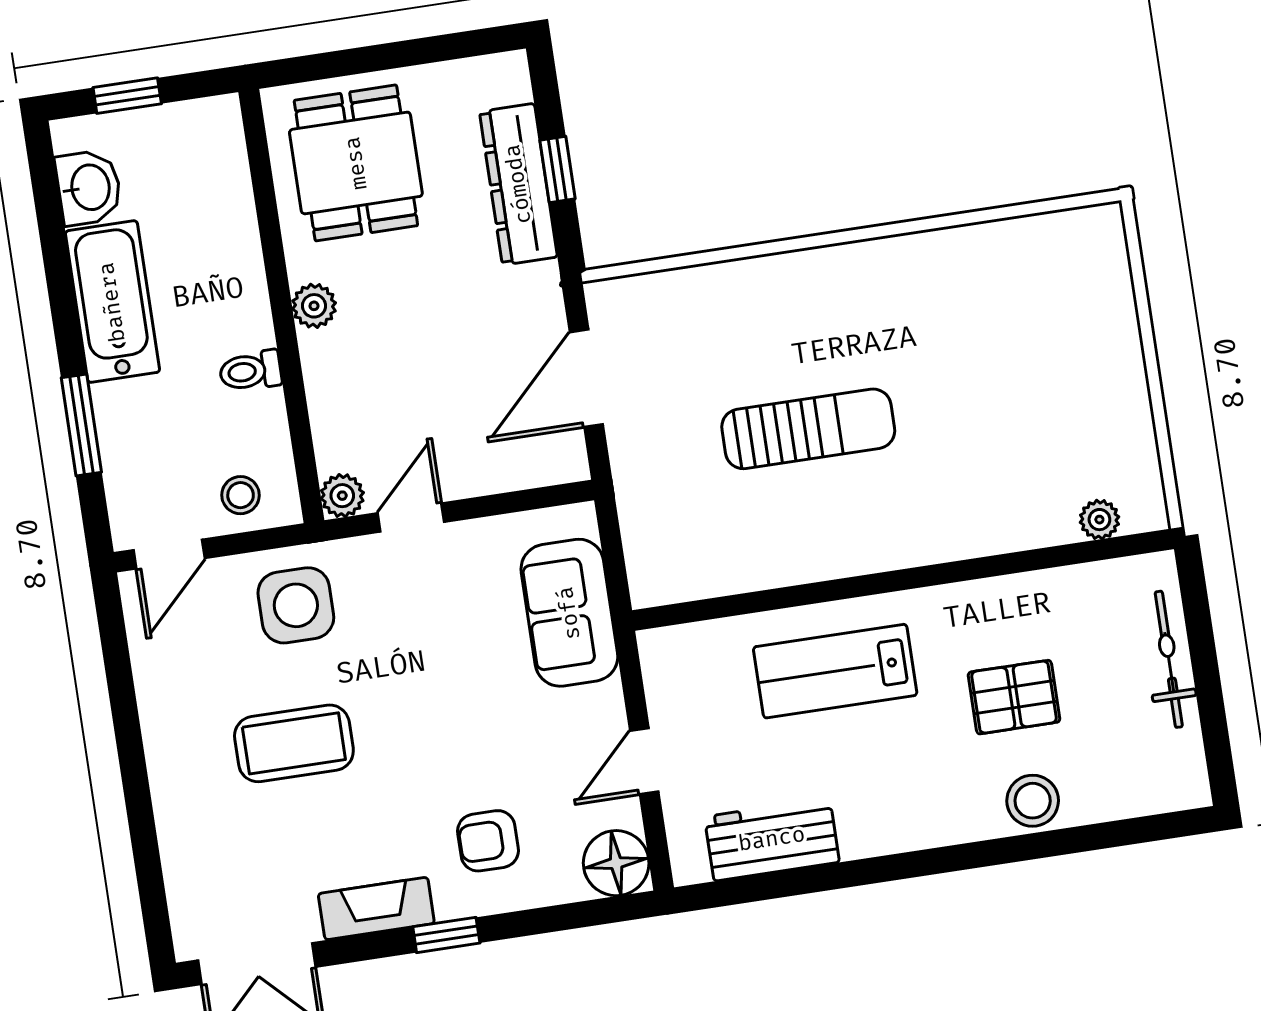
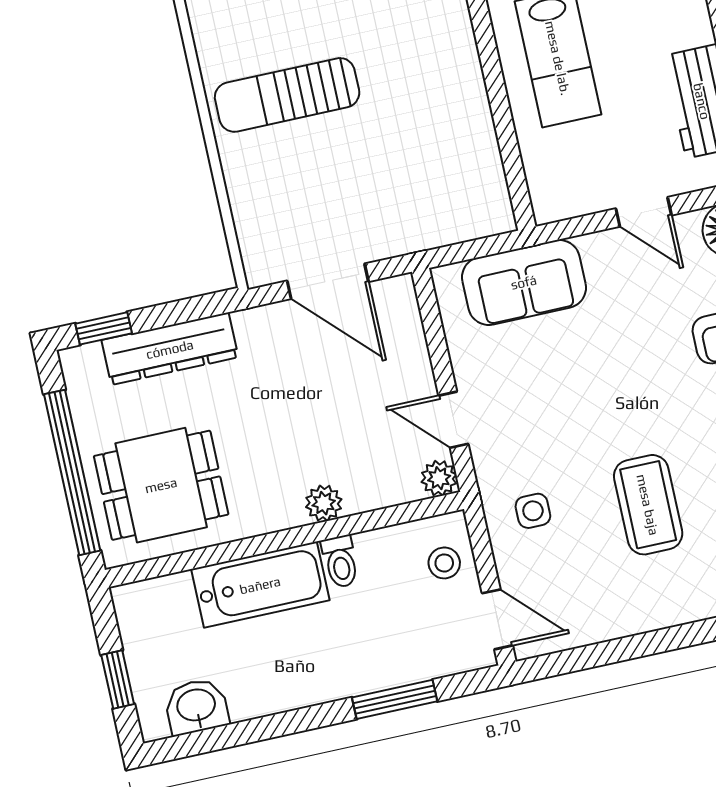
window: (378, 58) -> (72, 472), added
window: (557, 170) -> (104, 328), moved
bathtub: (112, 302) -> (260, 585), moved, turned 180
plant: (314, 306) -> (324, 503), moved
sun lounger: (808, 429) -> (287, 95), moved, turned -90
side table: (296, 605) -> (533, 511), width x0.54, depth x0.54

